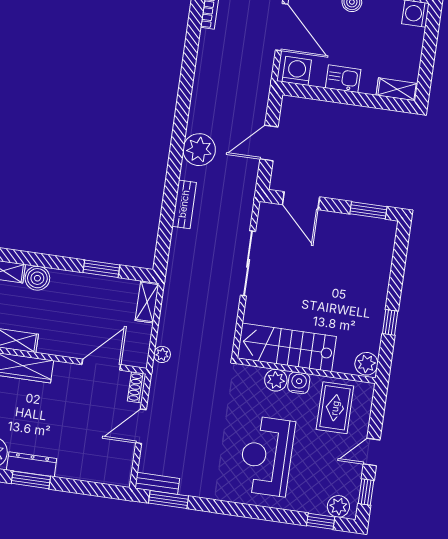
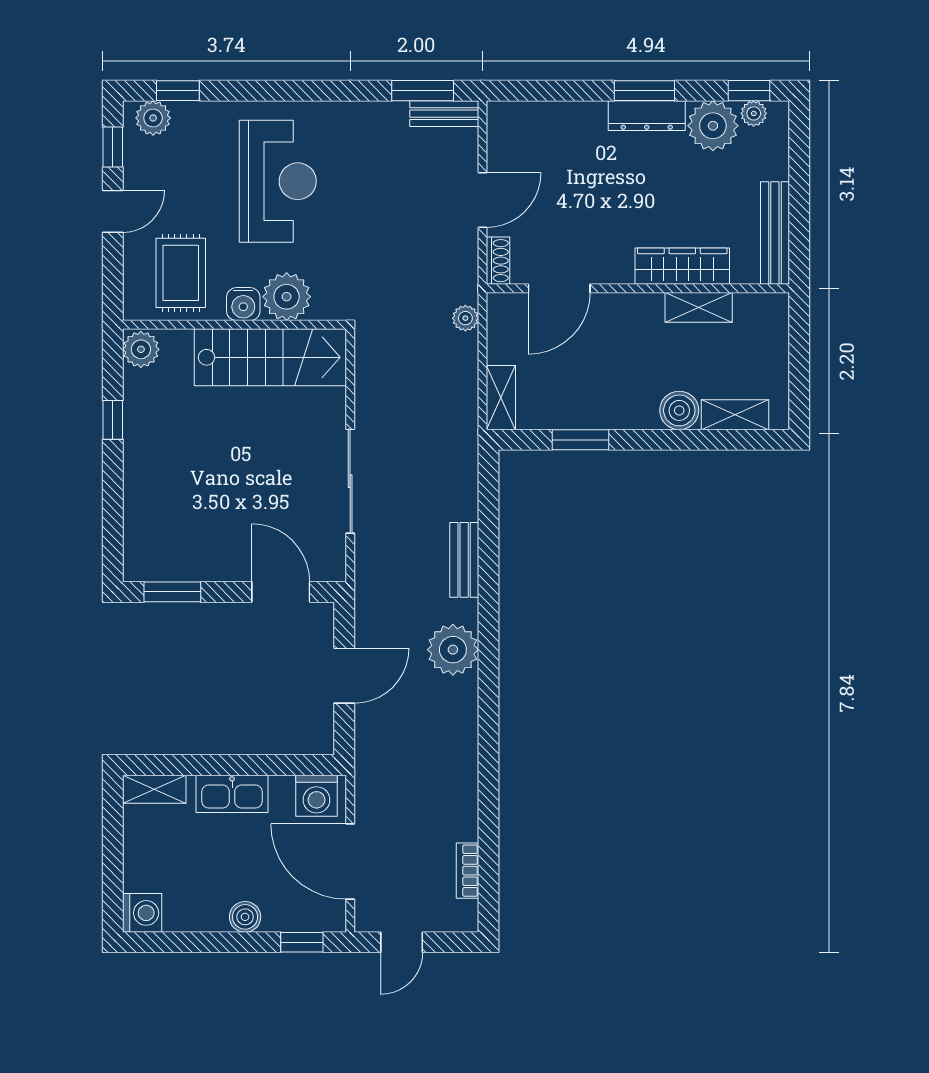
kitchen sink: (343, 79) -> (232, 794), width x1.38
plant: (276, 380) -> (287, 297), width x1.36, depth x1.36

